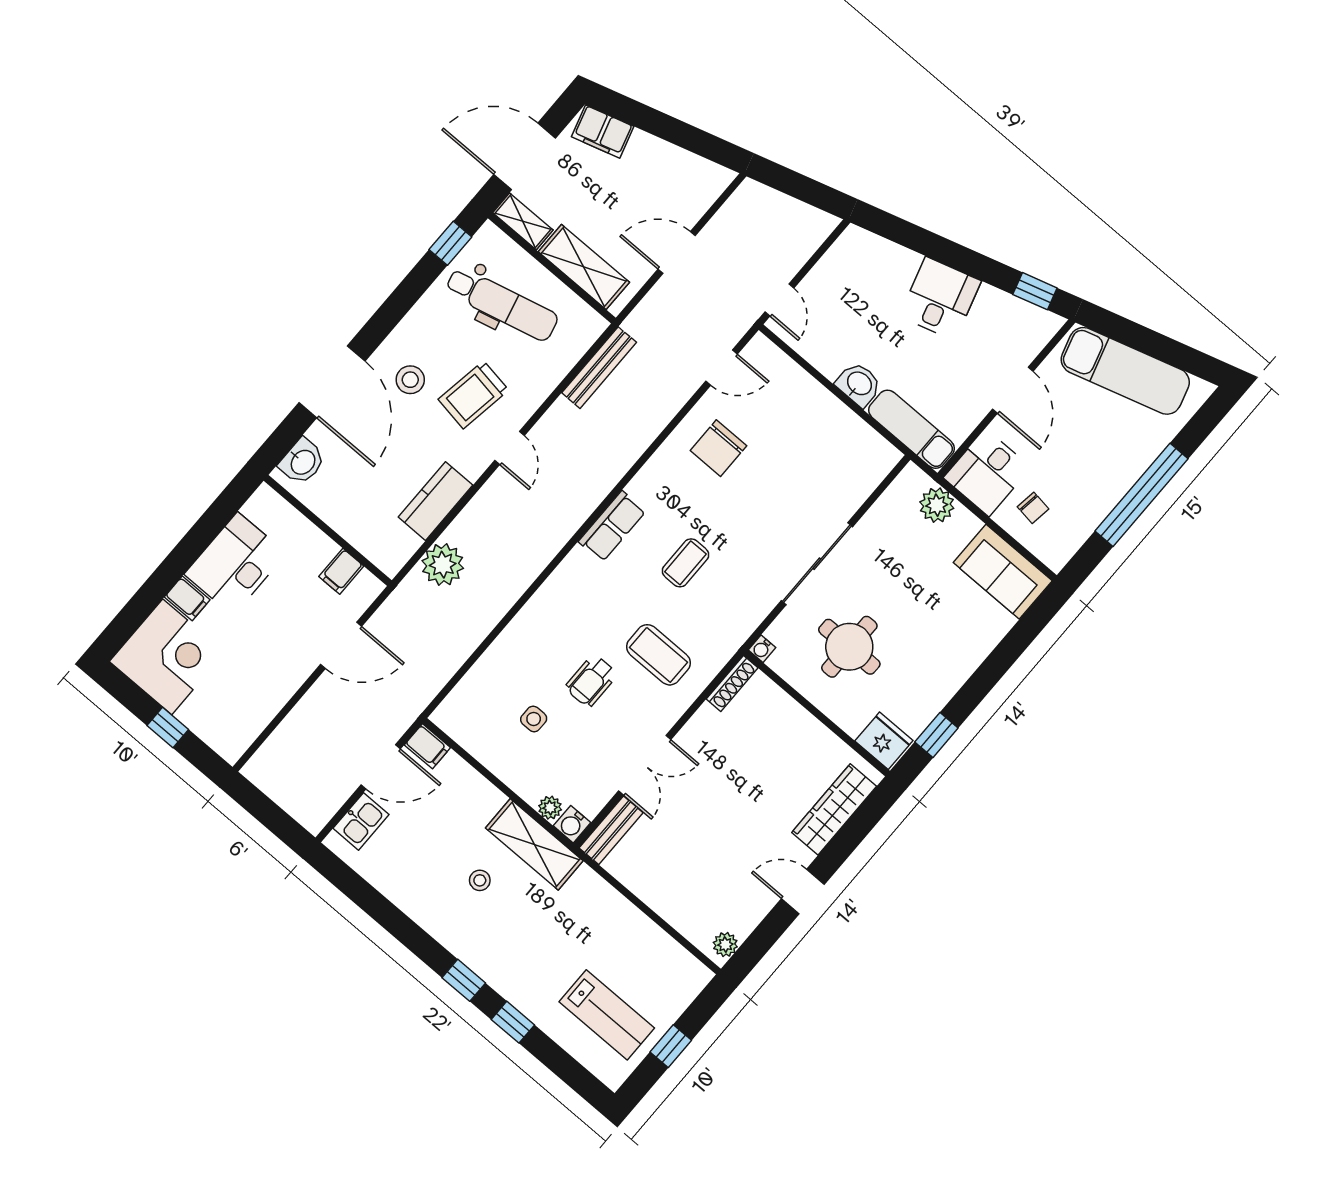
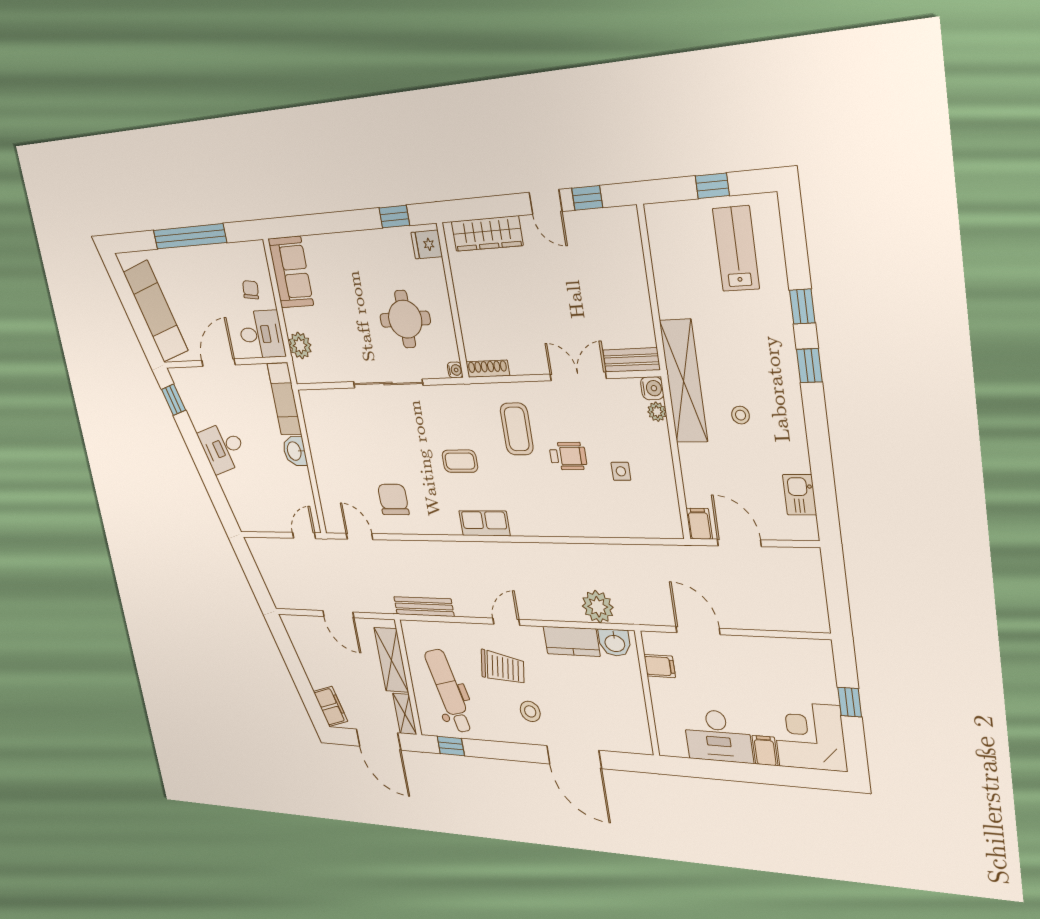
door: (332, 382) -> (574, 757), swing flipped
chair: (718, 448) -> (393, 500), turned -90
washbasin: (302, 462) -> (615, 643), moved, turned 180
fridge: (884, 741) -> (427, 244), width x0.72
kitchen sink: (361, 821) -> (800, 495), moved, turned -90
shelving: (534, 844) -> (684, 381), width x1.47
window: (769, 932) -> (587, 198), added
plant: (725, 945) -> (621, 217), removed

